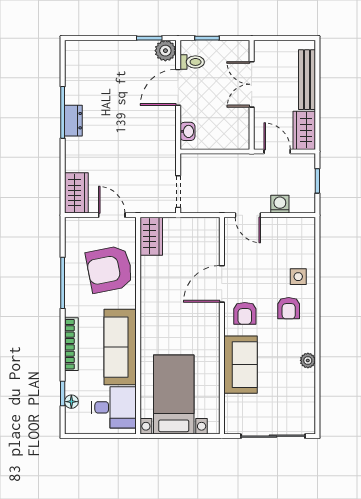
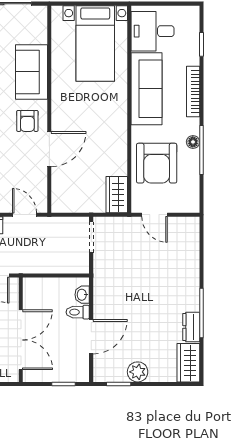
plant: (165, 51) -> (138, 372), moved
toilet: (192, 62) -> (78, 312), moved
double door: (252, 84) -> (21, 340), width x1.37
dresser: (73, 121) -> (191, 327), moved
wardrobe: (76, 193) -> (188, 363), moved
armchair: (109, 269) -> (157, 163), turned 101
armchair: (245, 313) -> (27, 121), turned 180
floor lamp: (71, 402) -> (193, 142), moved

